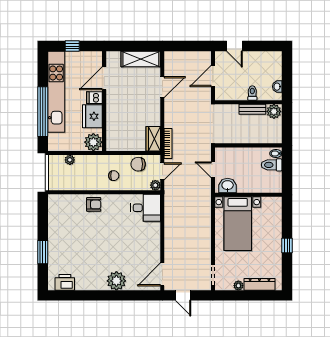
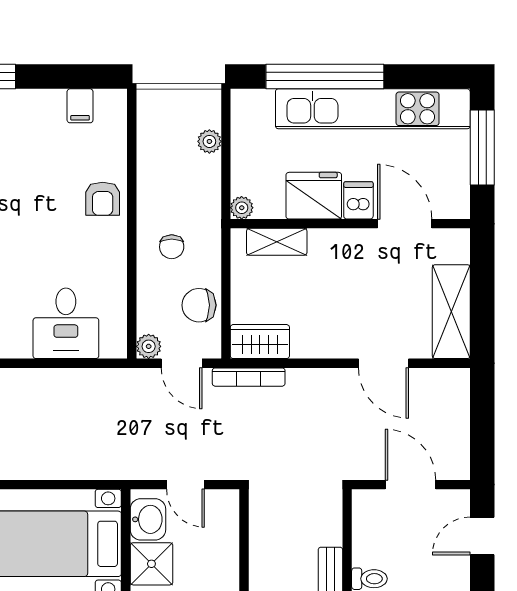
window: (72, 46) -> (482, 147), width x2.17
shelving: (112, 132) -> (277, 242), added
plant: (93, 142) -> (242, 208), width x0.53, depth x0.53
chair: (138, 164) -> (199, 305), turned -90
door: (213, 170) -> (186, 485), swing flipped
shower: (246, 184) -> (151, 564), added
desk: (146, 208) -> (66, 323), moved
filing cabinet: (55, 214) -> (80, 106), added

